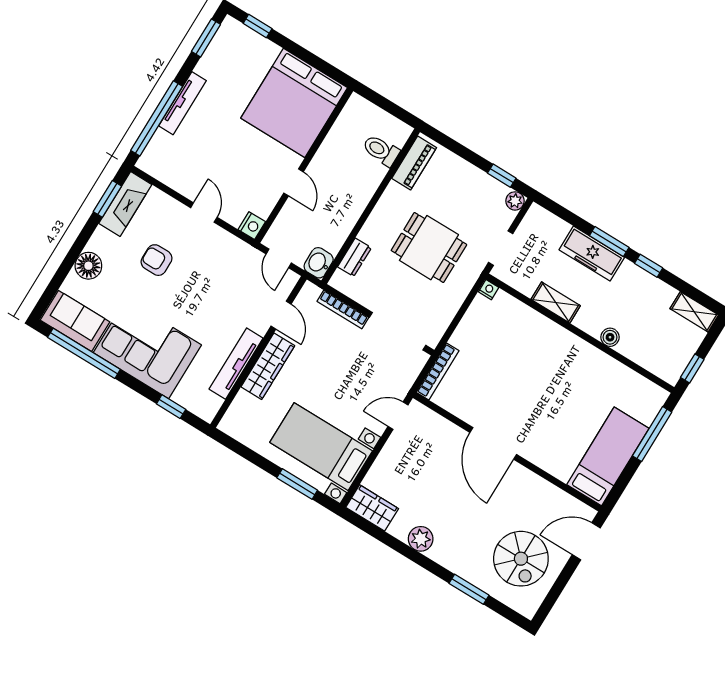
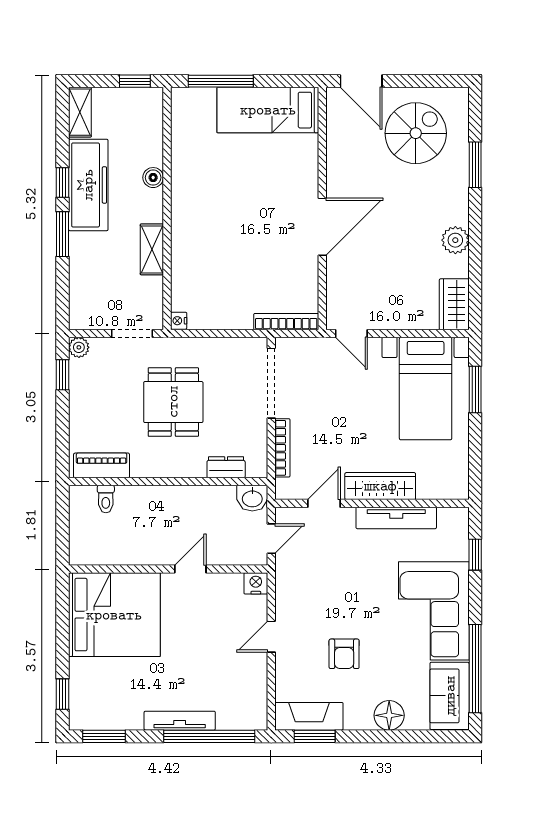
toilet: (381, 150) -> (106, 499), width x0.73, depth x0.72
freezer: (592, 254) -> (88, 185), moved, width x1.36, depth x1.26

